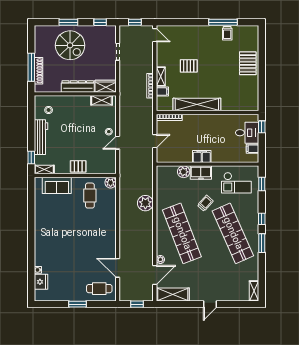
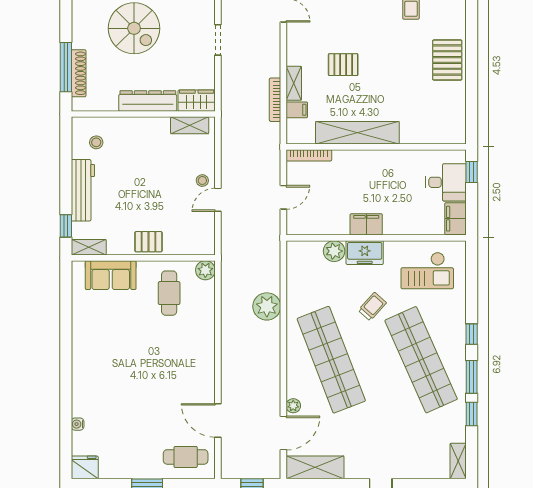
filing cabinet: (252, 149) -> (456, 219), width x2.00
window: (262, 184) -> (472, 414), moved
fridge: (41, 282) -> (85, 467), moved, turned -90

